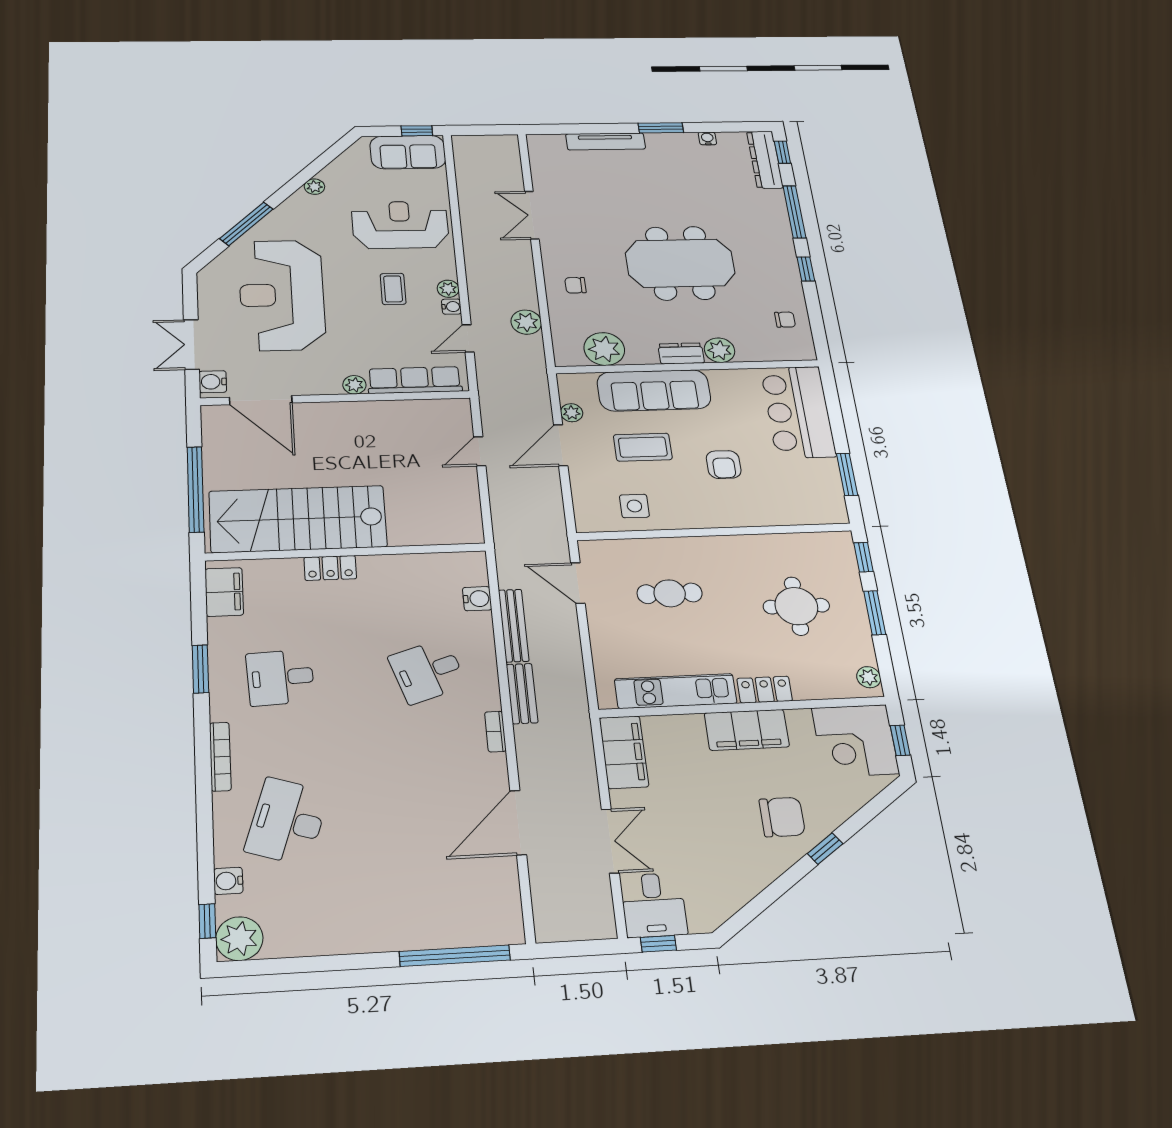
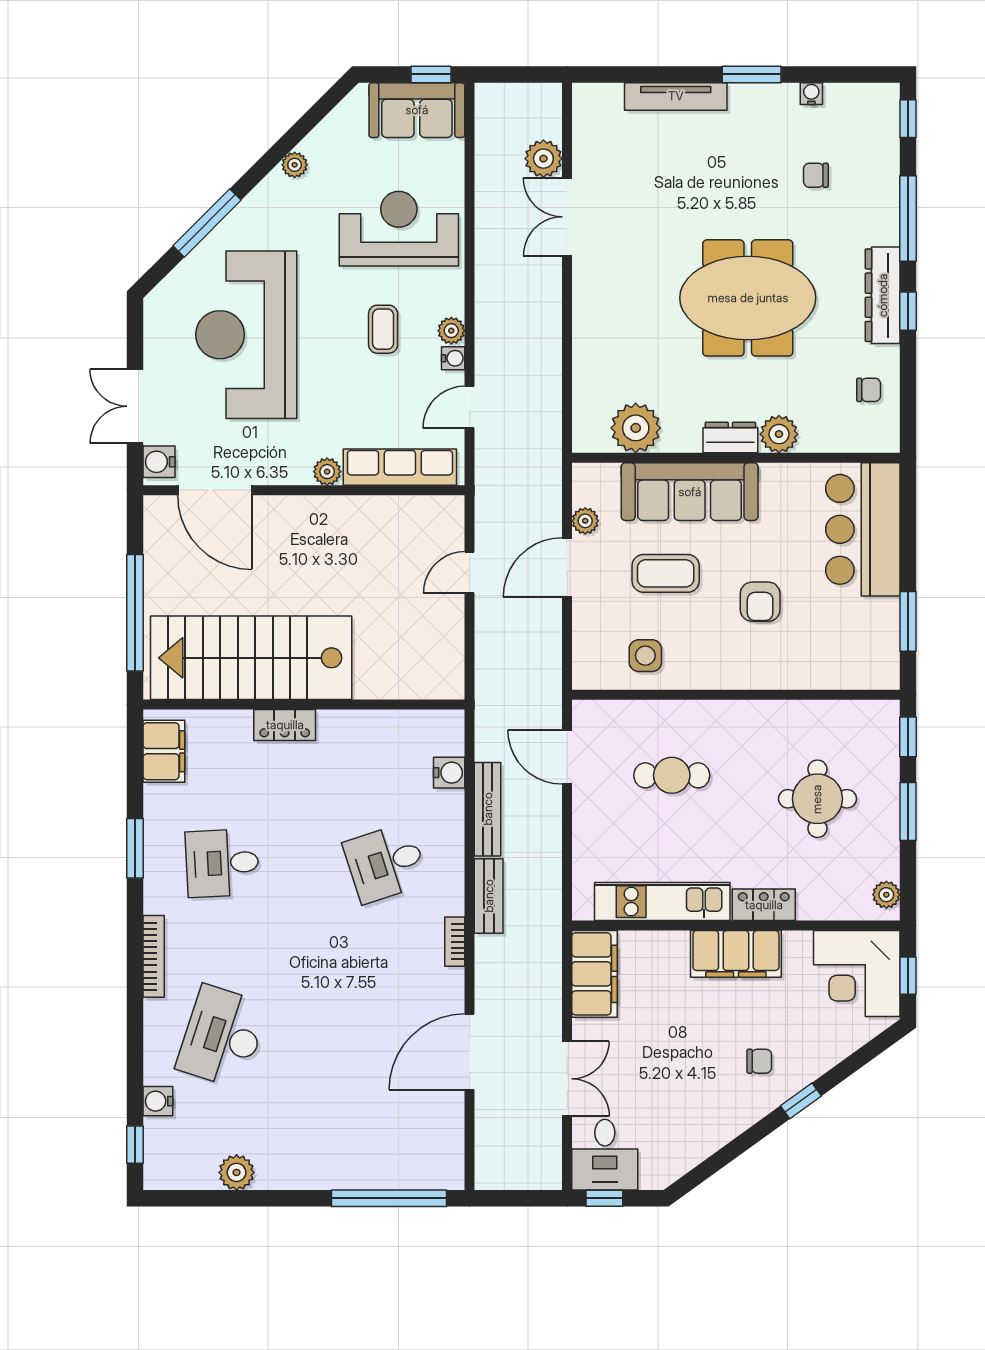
dresser: (765, 160) -> (883, 295), moved
chair: (575, 285) -> (816, 175), moved
plant: (526, 322) -> (543, 159), moved
chair: (782, 817) -> (759, 1061), width x0.54, depth x0.54
plant: (239, 939) -> (237, 1172), moved, width x0.73, depth x0.73

